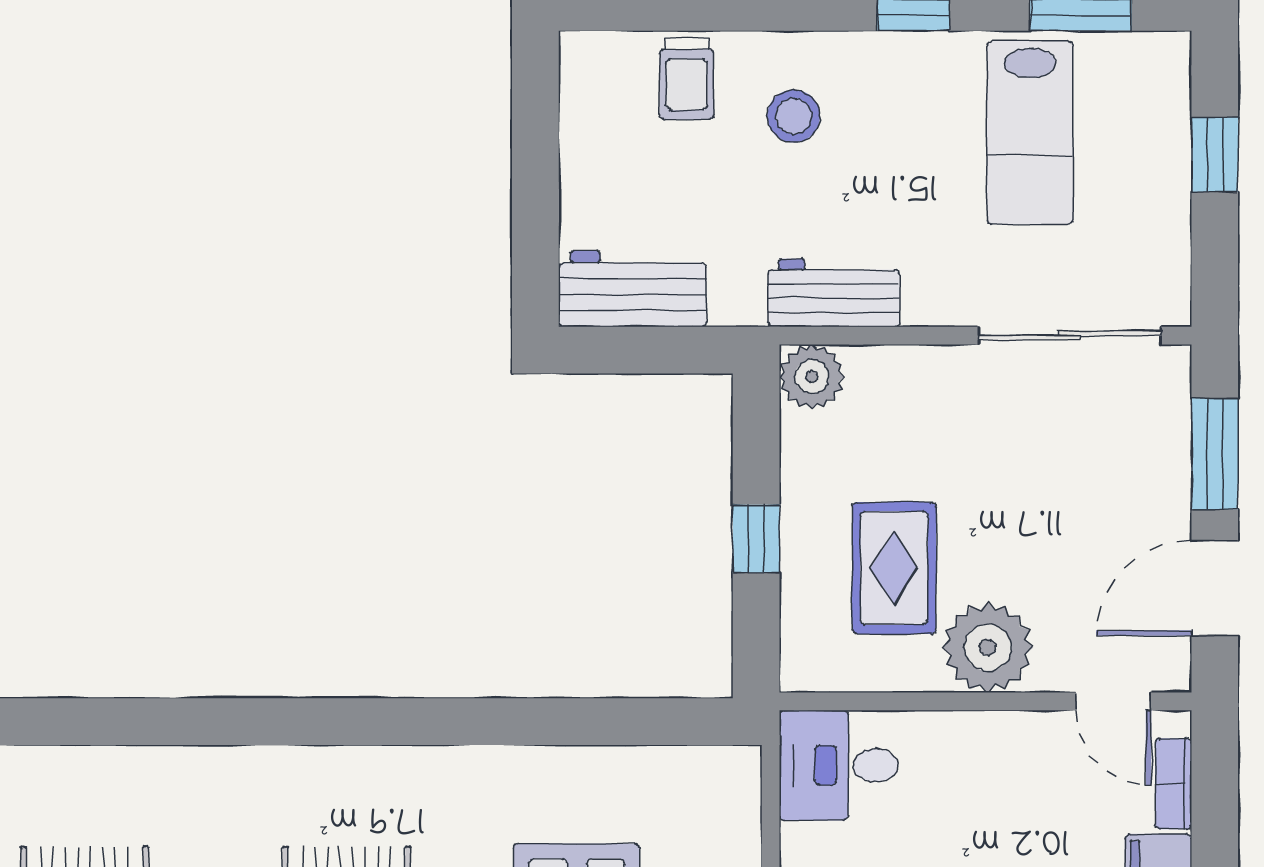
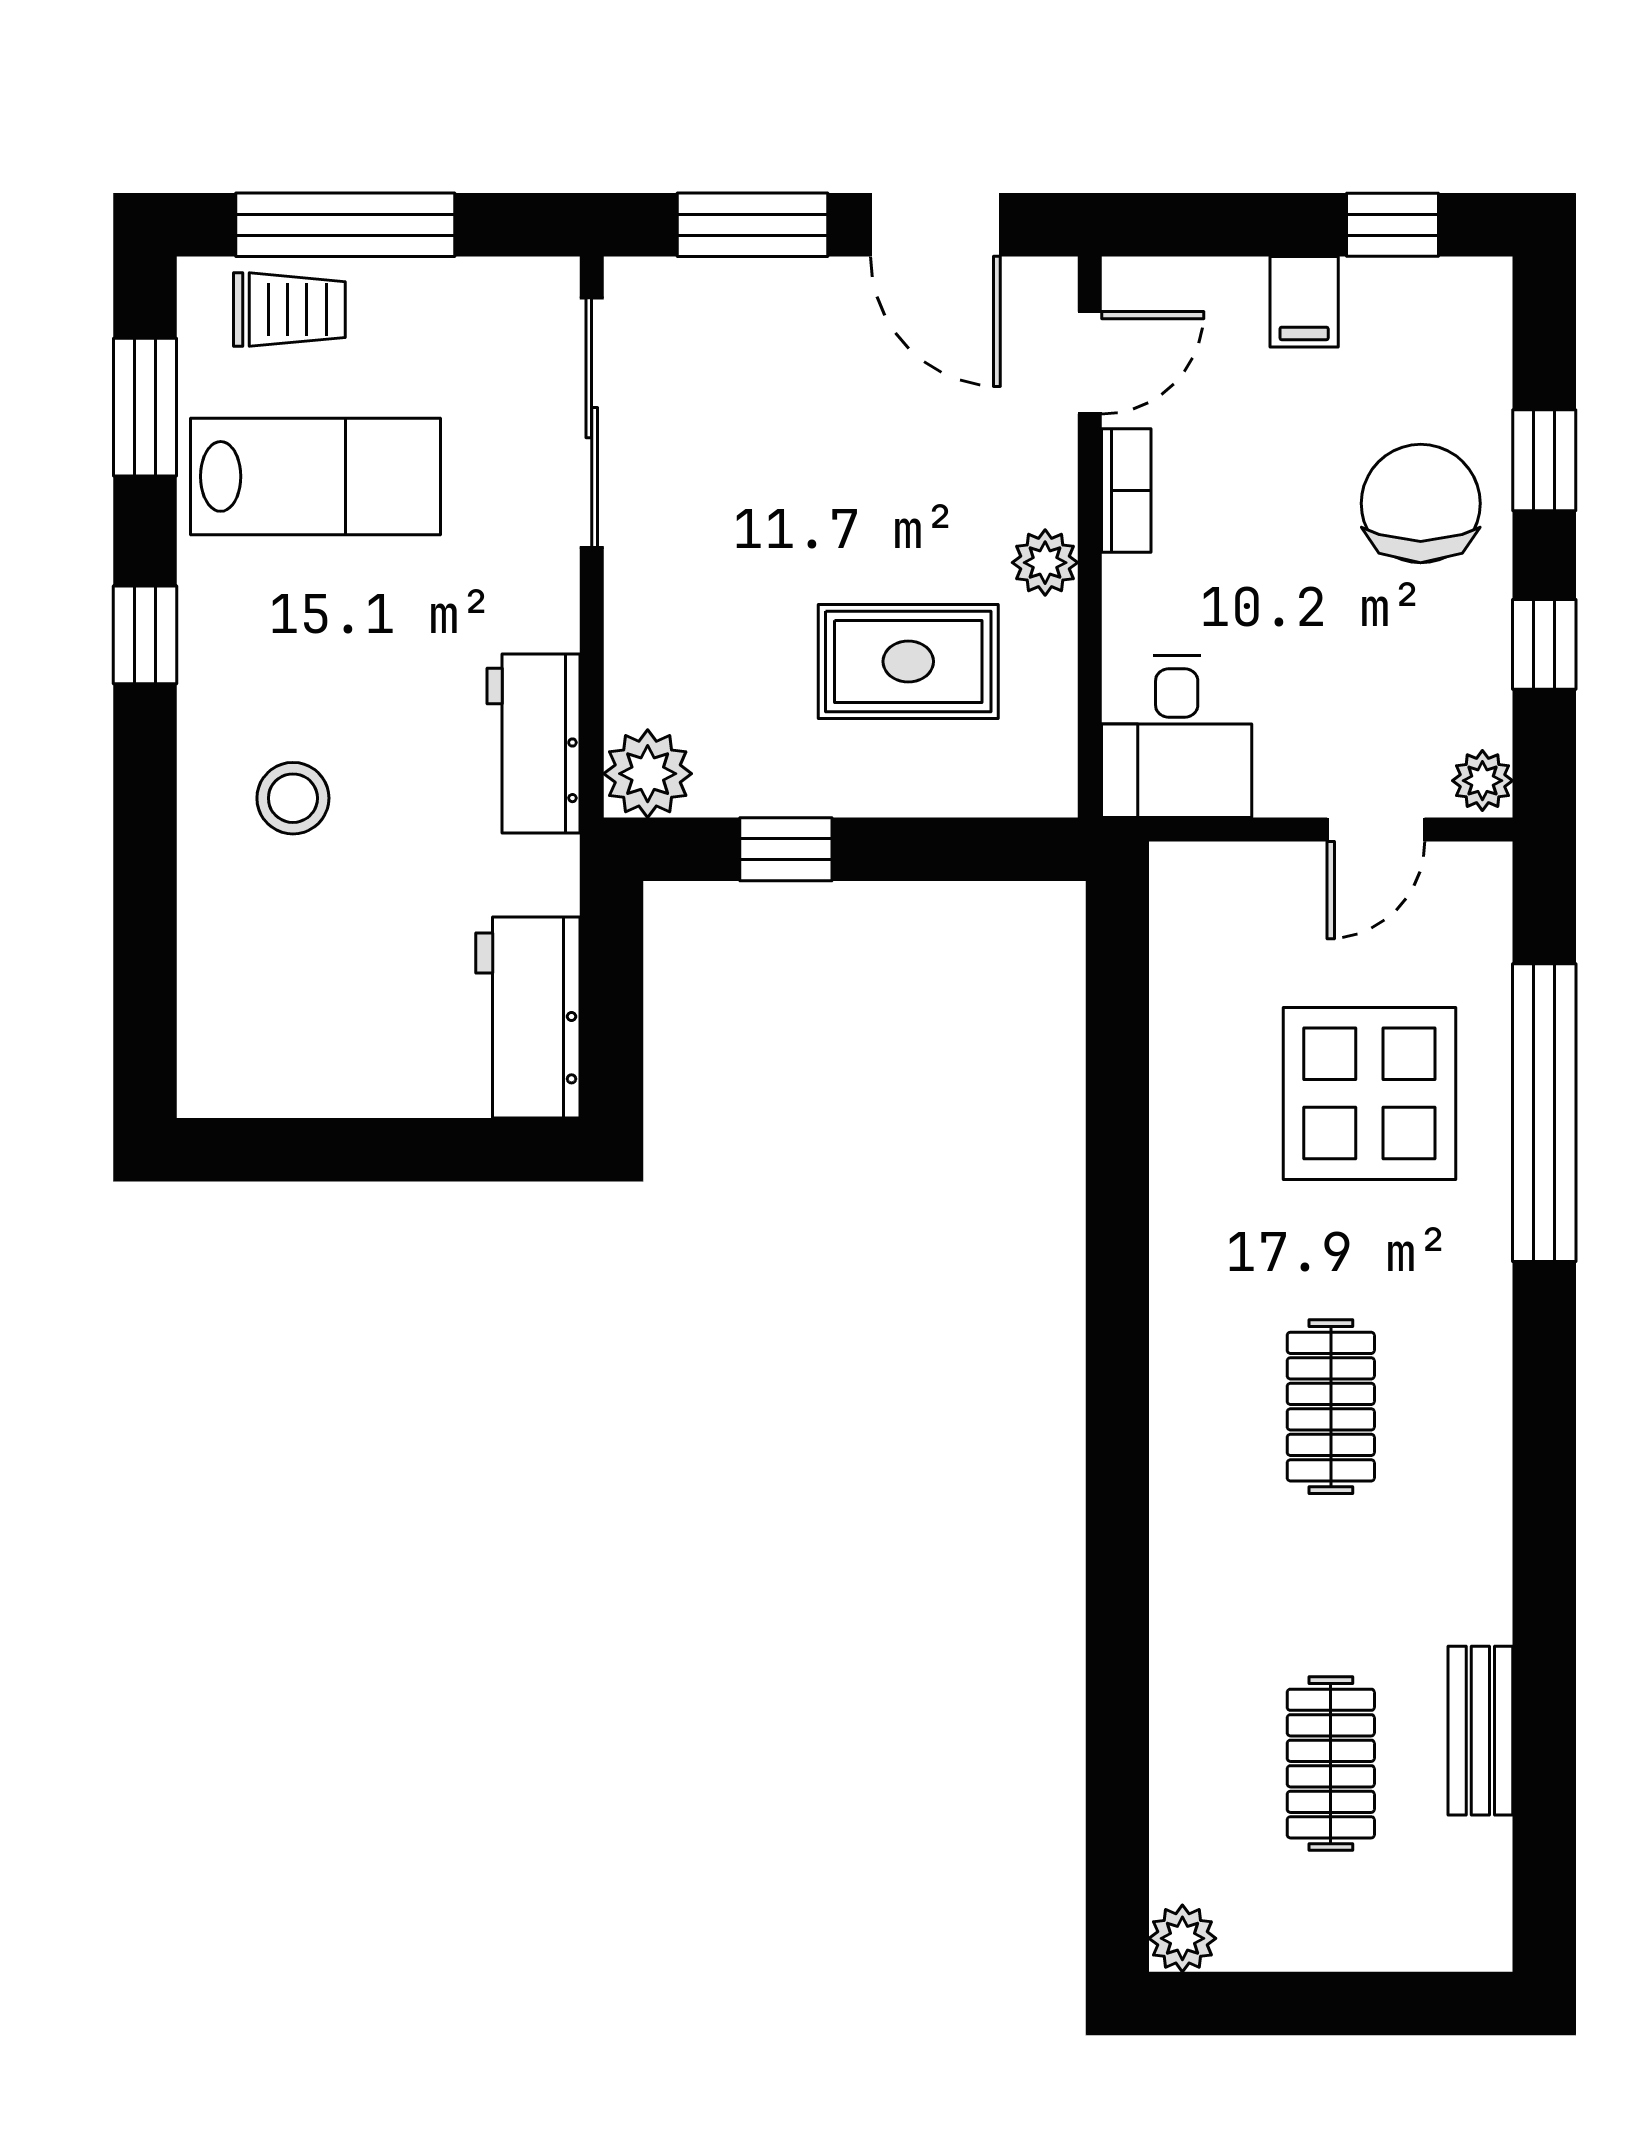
trolley: (687, 79) -> (289, 310), moved
window: (1215, 155) -> (345, 225), width x2.17
window: (756, 539) -> (786, 849), moved
plant: (988, 647) -> (1045, 563), width x0.53, depth x0.53
bookcase: (1173, 784) -> (1126, 490), moved, turned -90

